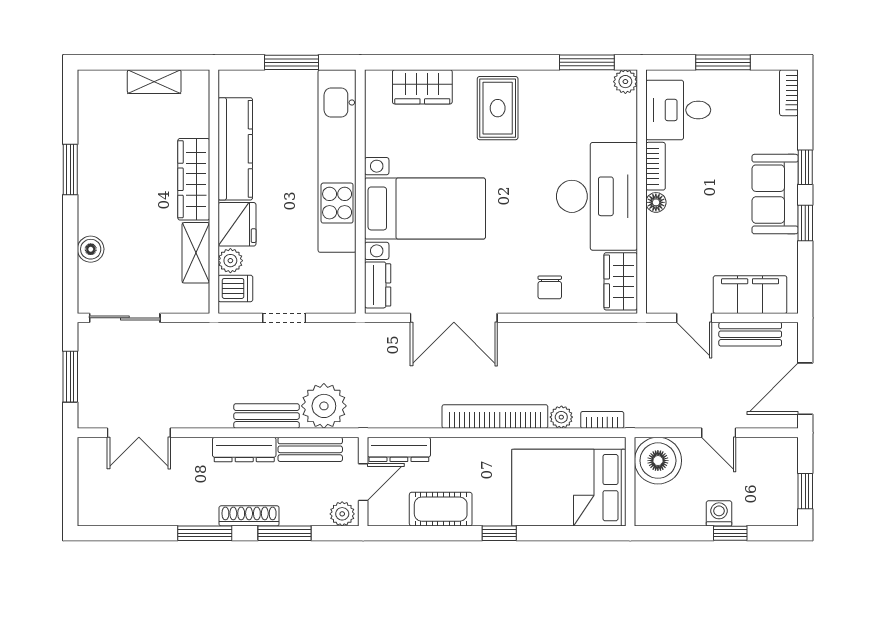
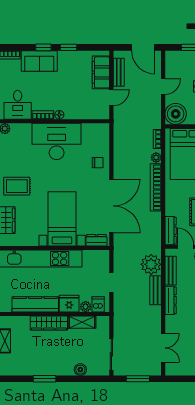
sofa: (775, 194) -> (39, 61), moved
wardrobe: (621, 281) -> (95, 131), removed
double door: (454, 318) -> (111, 206), width x1.36

